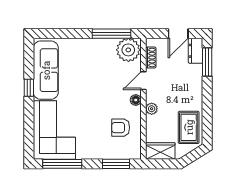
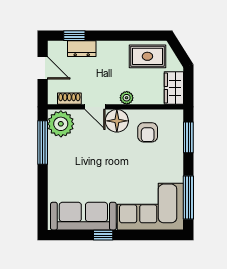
dresser: (196, 51) -> (82, 49), moved
window: (207, 62) -> (74, 36), width x0.67
floor lamp: (136, 100) -> (117, 121), width x1.89, depth x1.89

